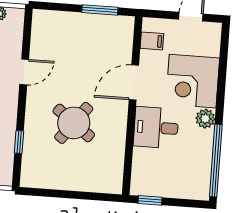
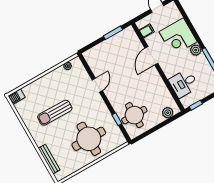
round table: (74, 123) -> (134, 115), moved, turned -37
desk: (156, 128) -> (184, 83), moved
plant: (101, 183) -> (168, 113), added

